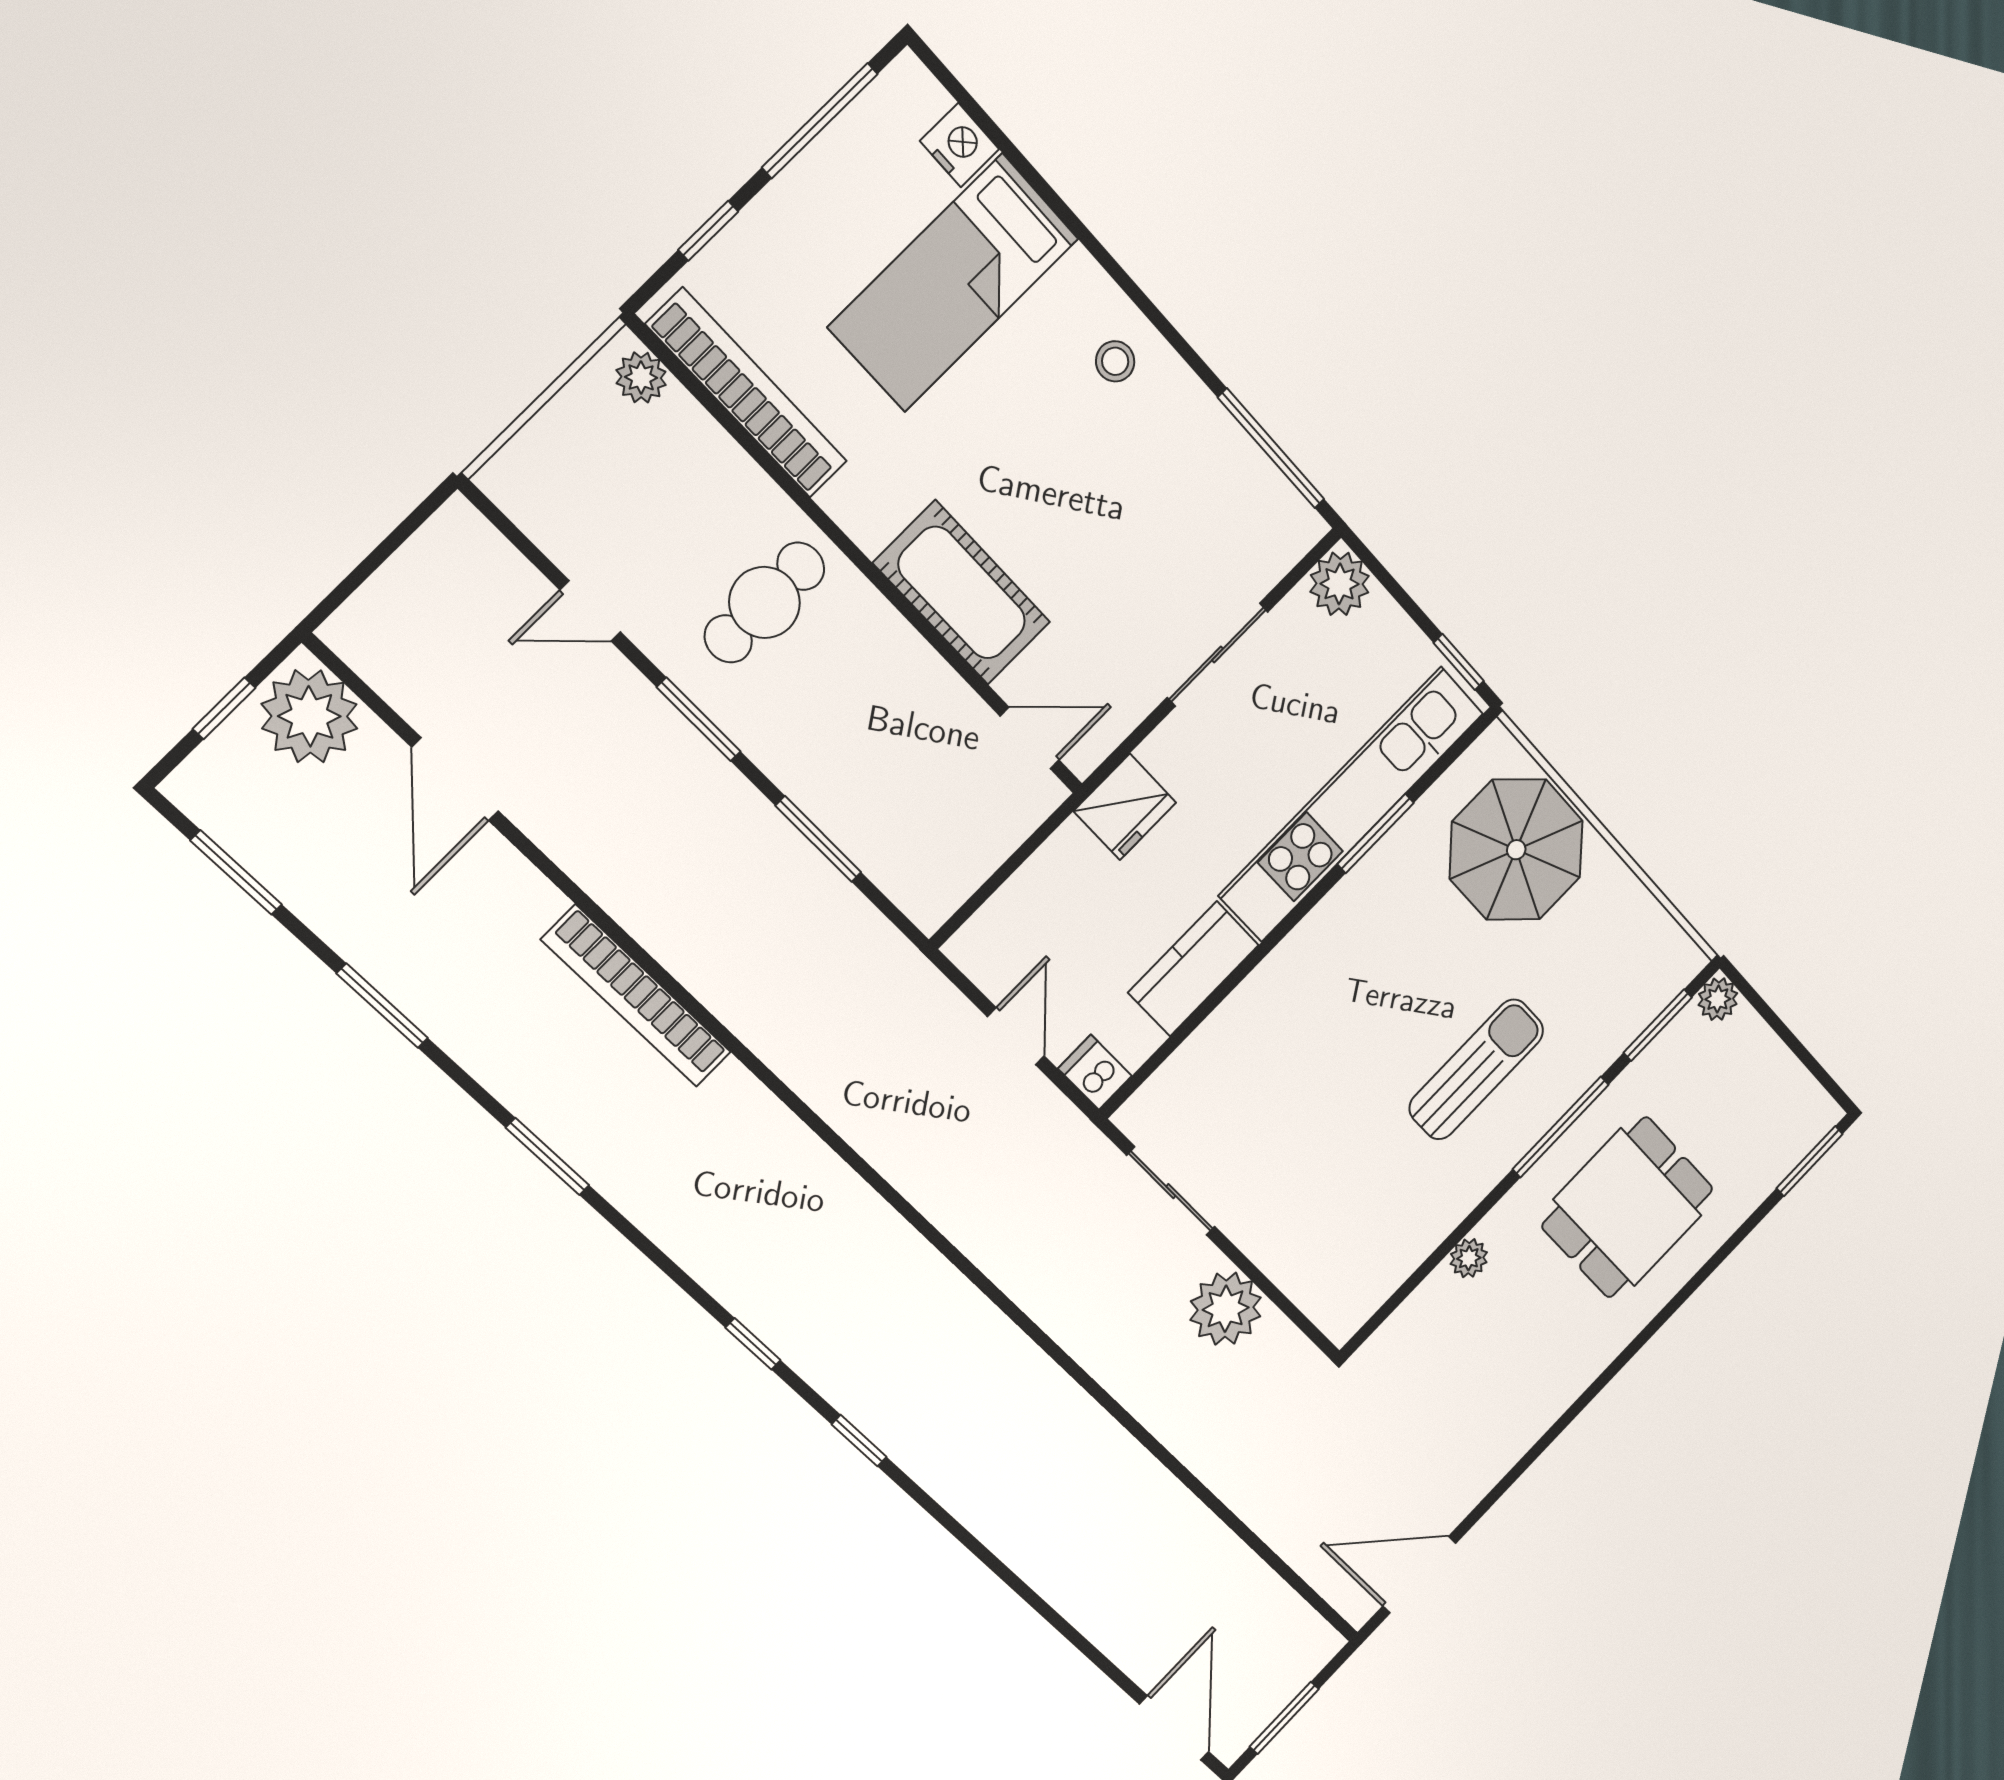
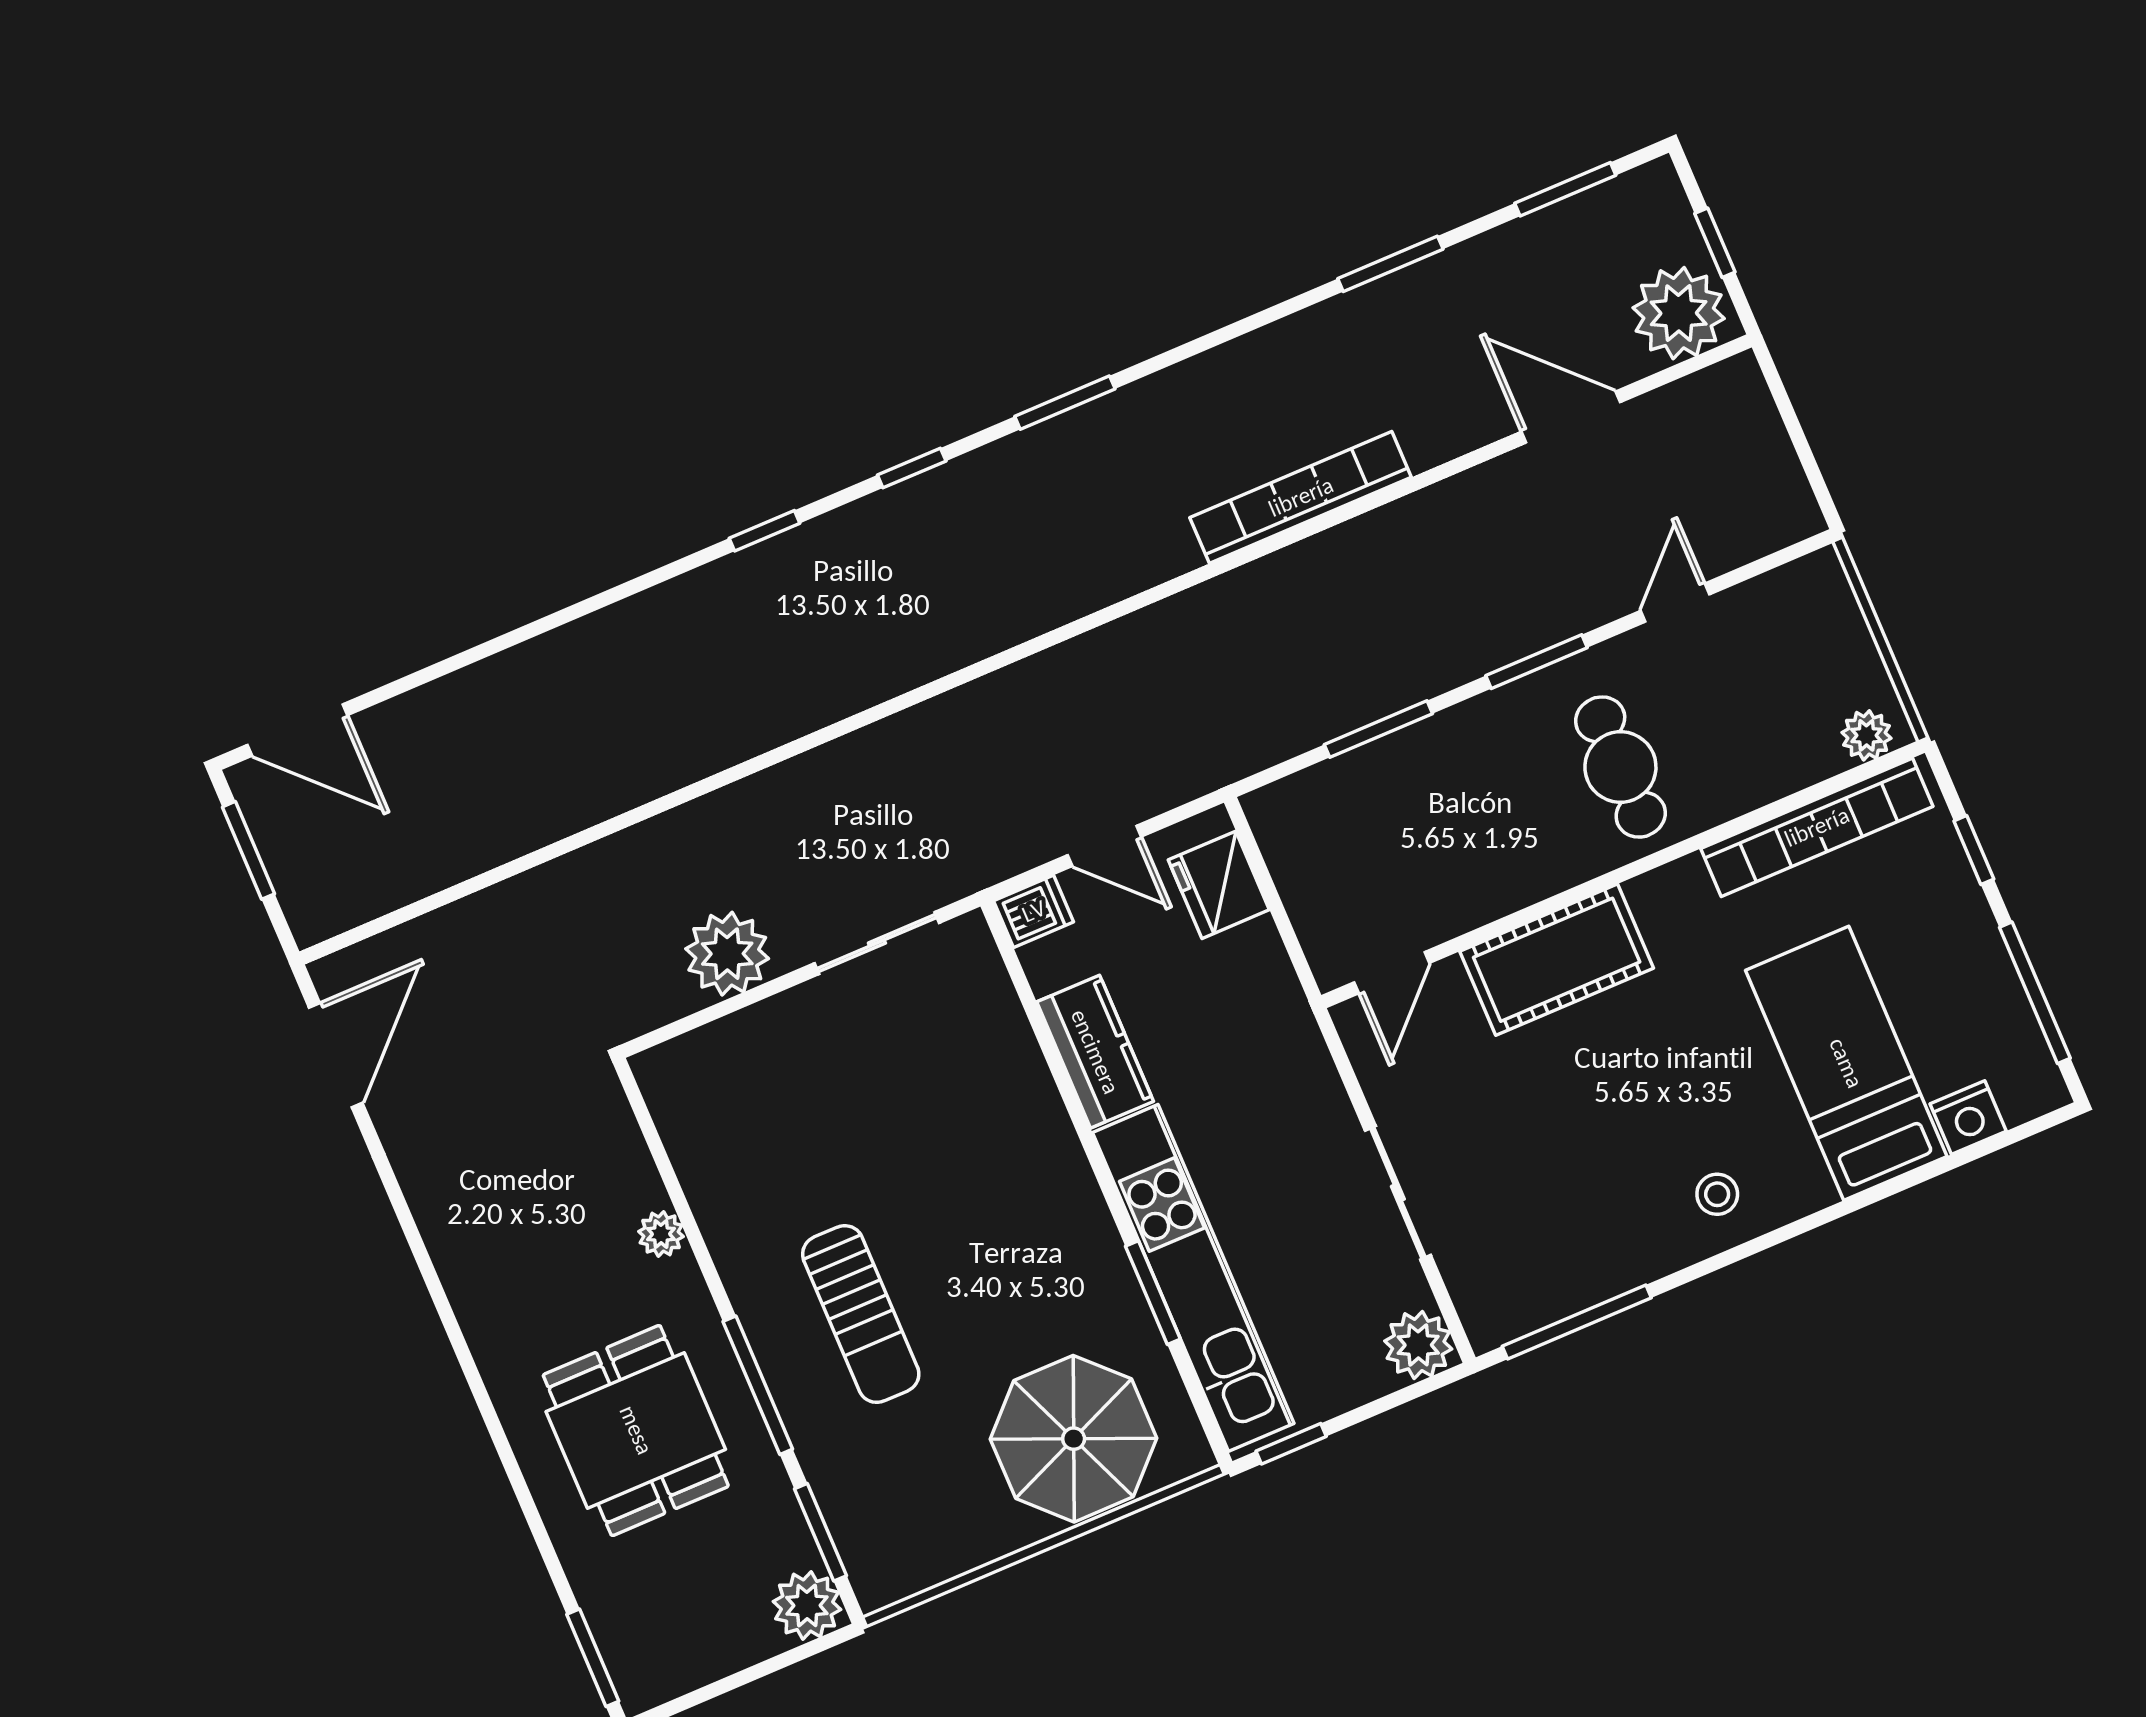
fridge: (1125, 807) -> (1219, 885), moved
plant: (1718, 999) -> (807, 1605), width x1.38, depth x1.38
window: (548, 1157) -> (1065, 403), moved

